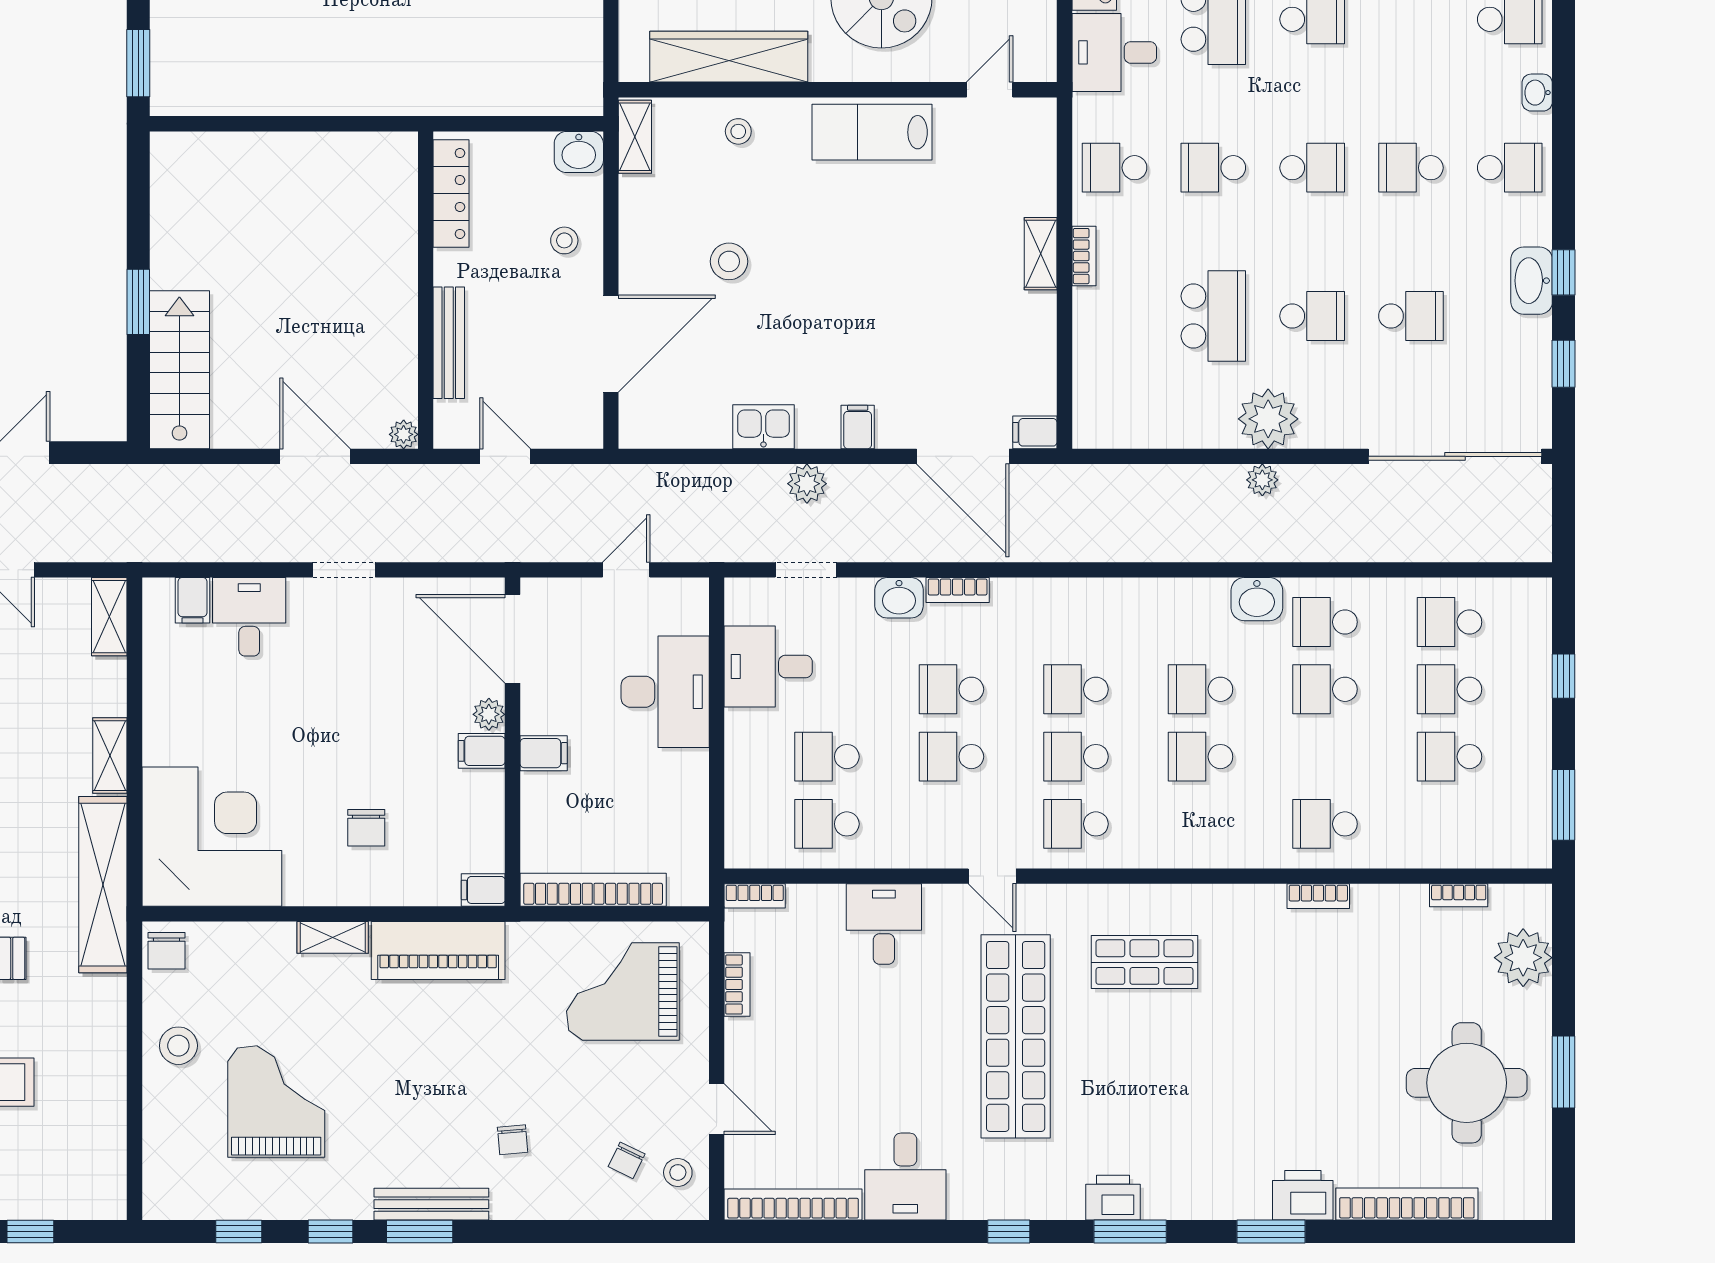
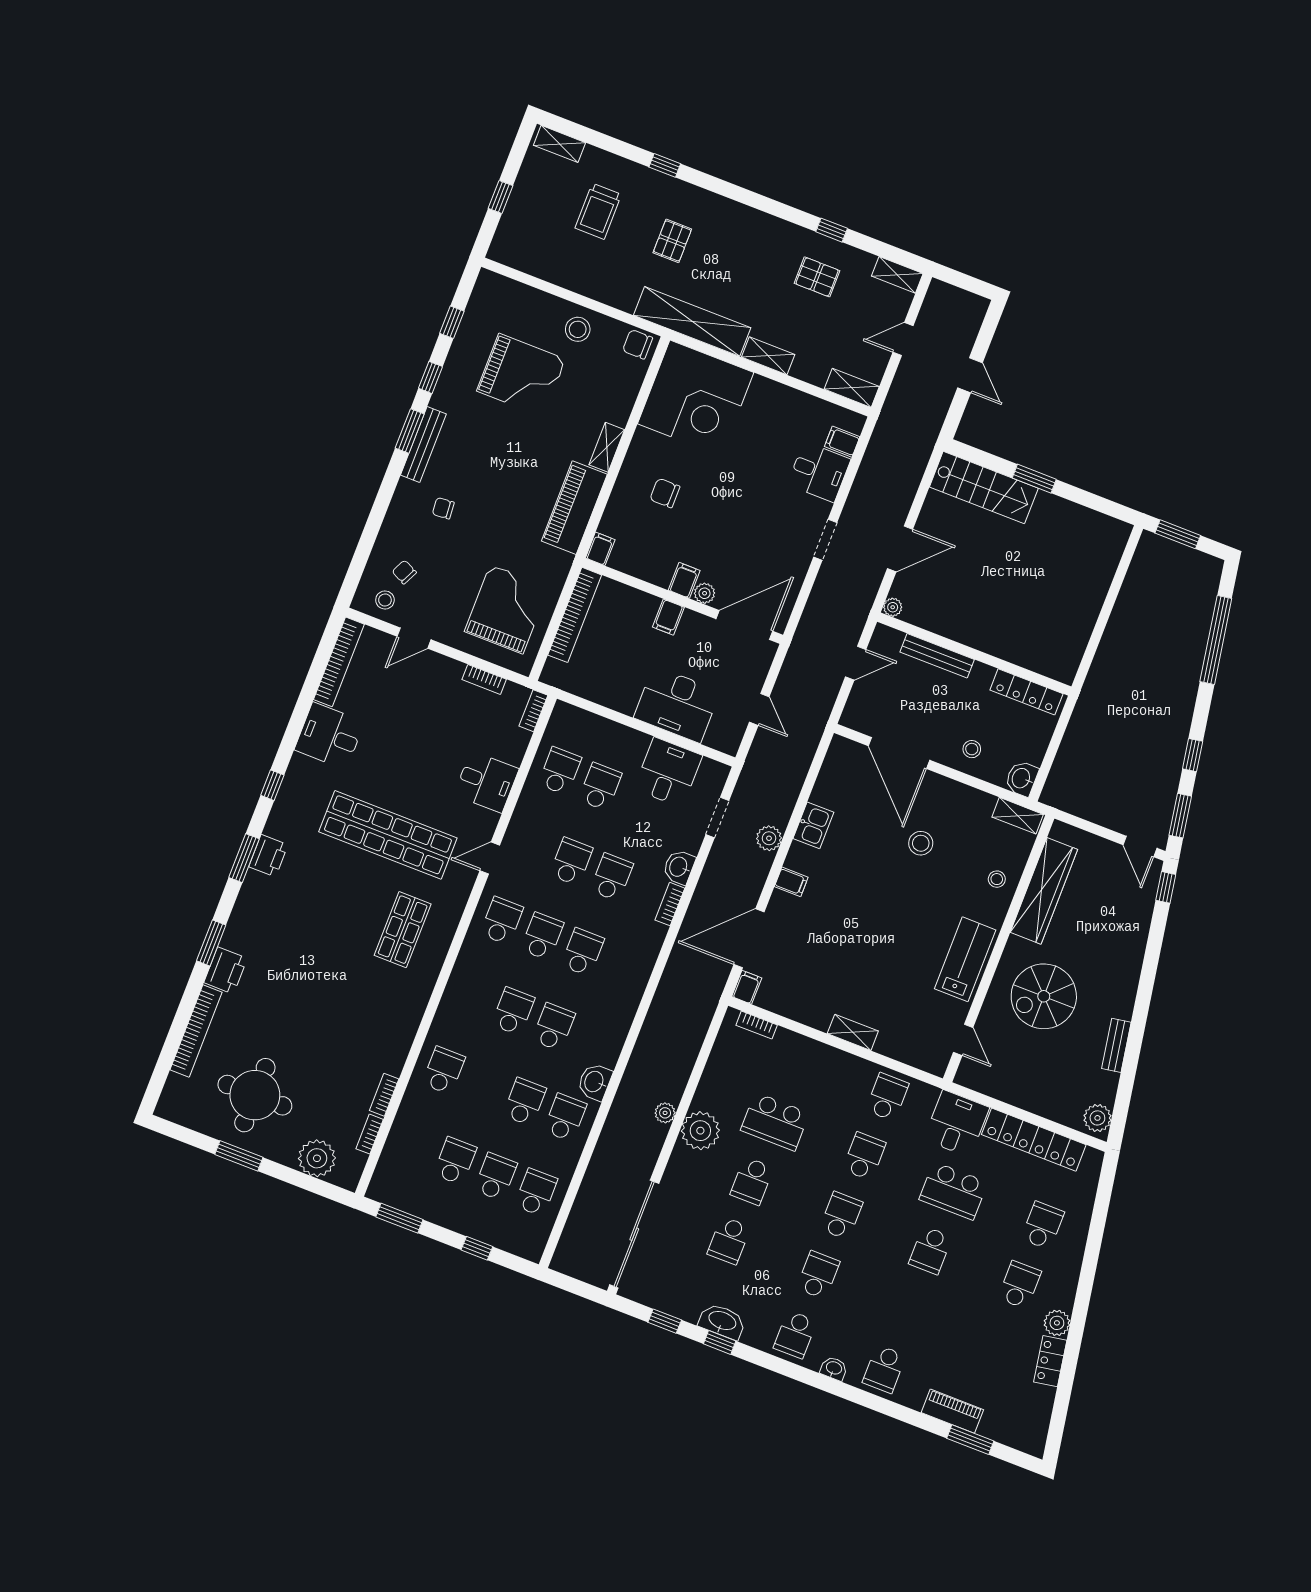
school desk: (1312, 168) -> (841, 1216), turned 180
bookcase: (1084, 256) -> (757, 1025), moved
bookcase: (1318, 896) -> (384, 1095), moved

